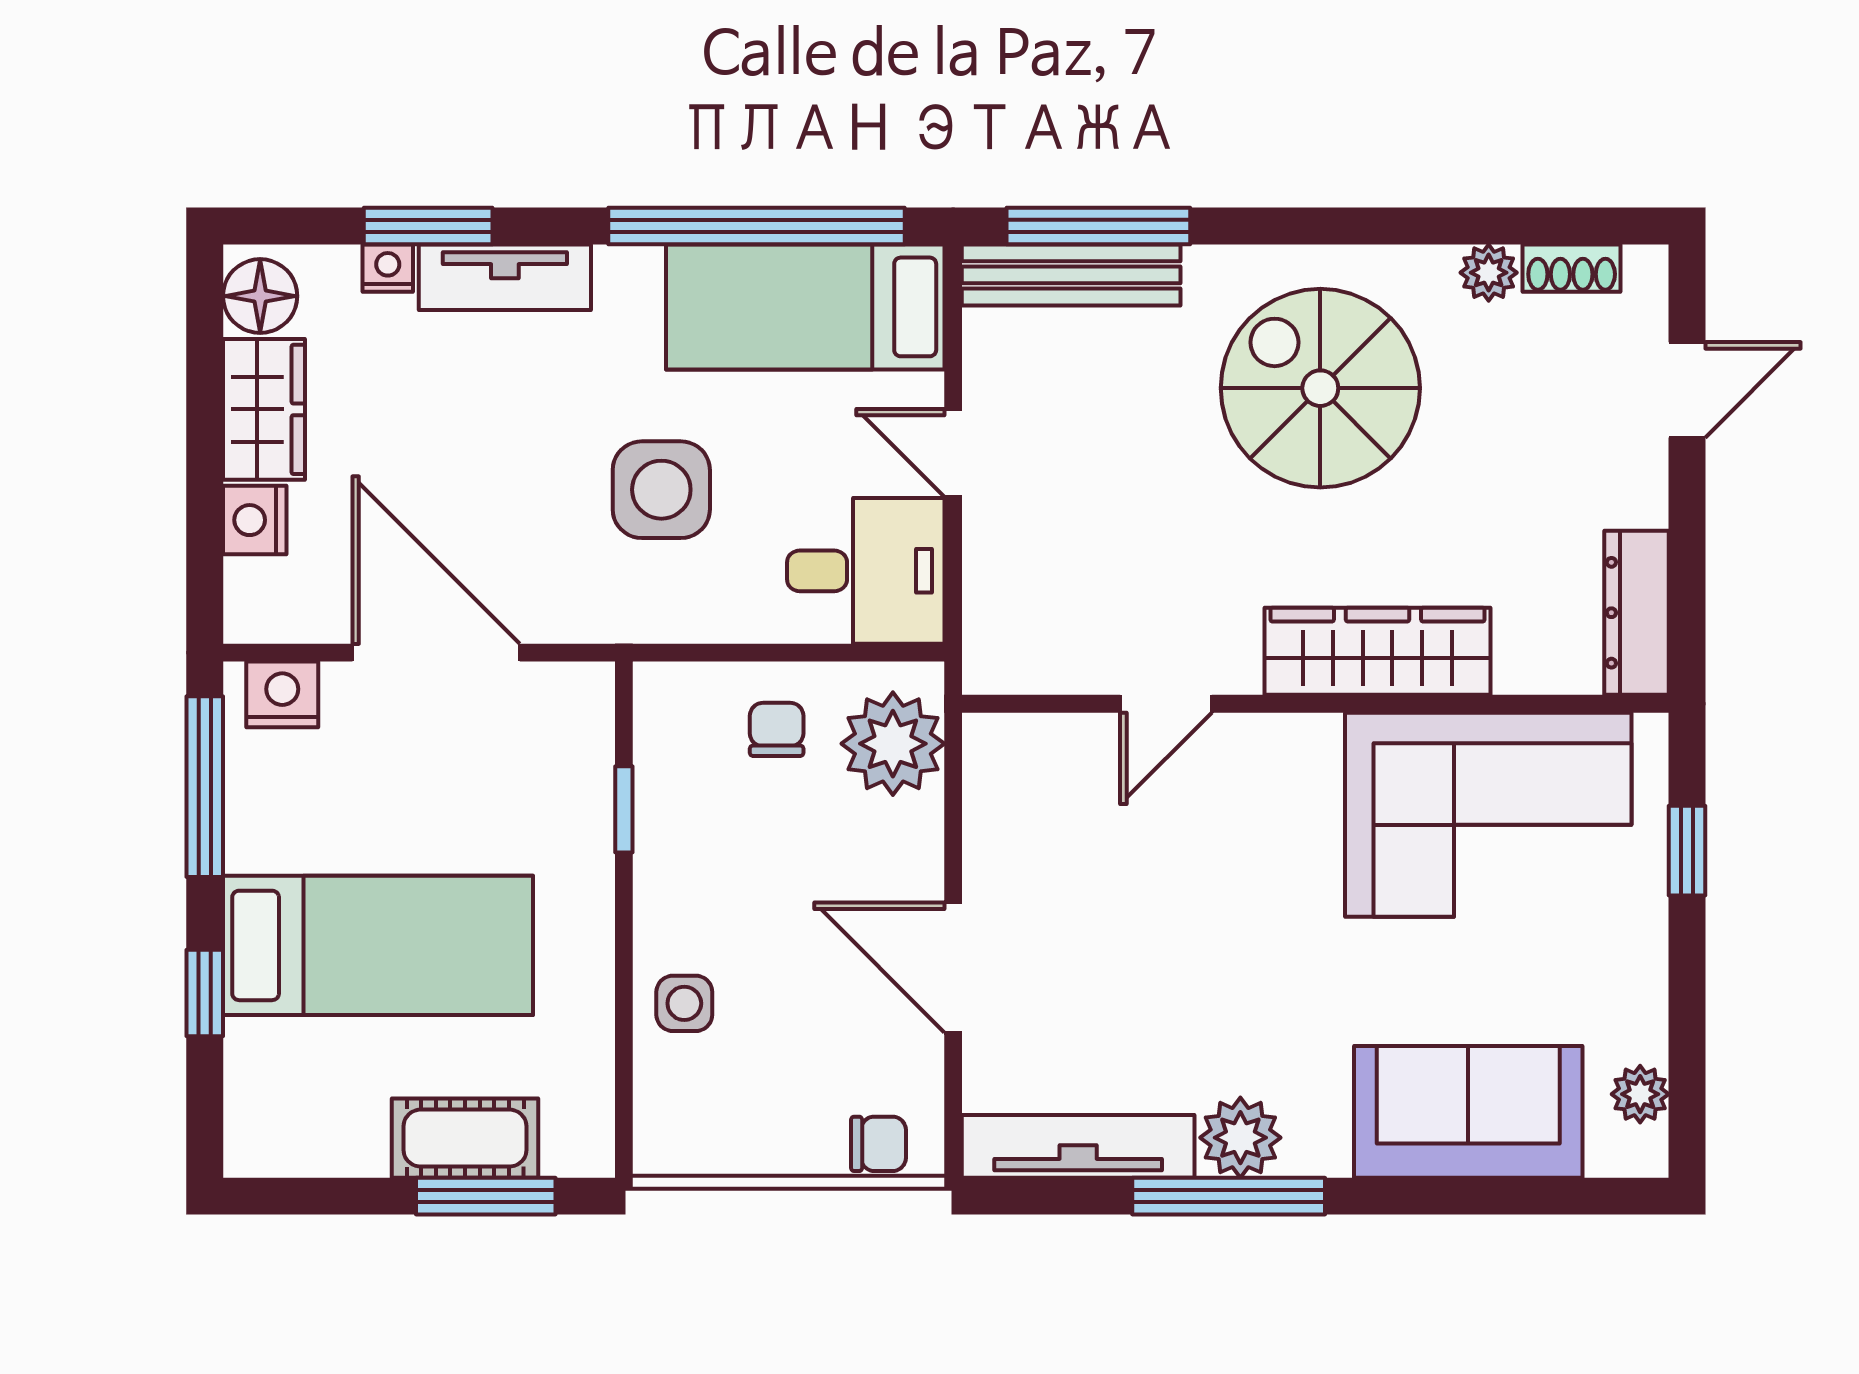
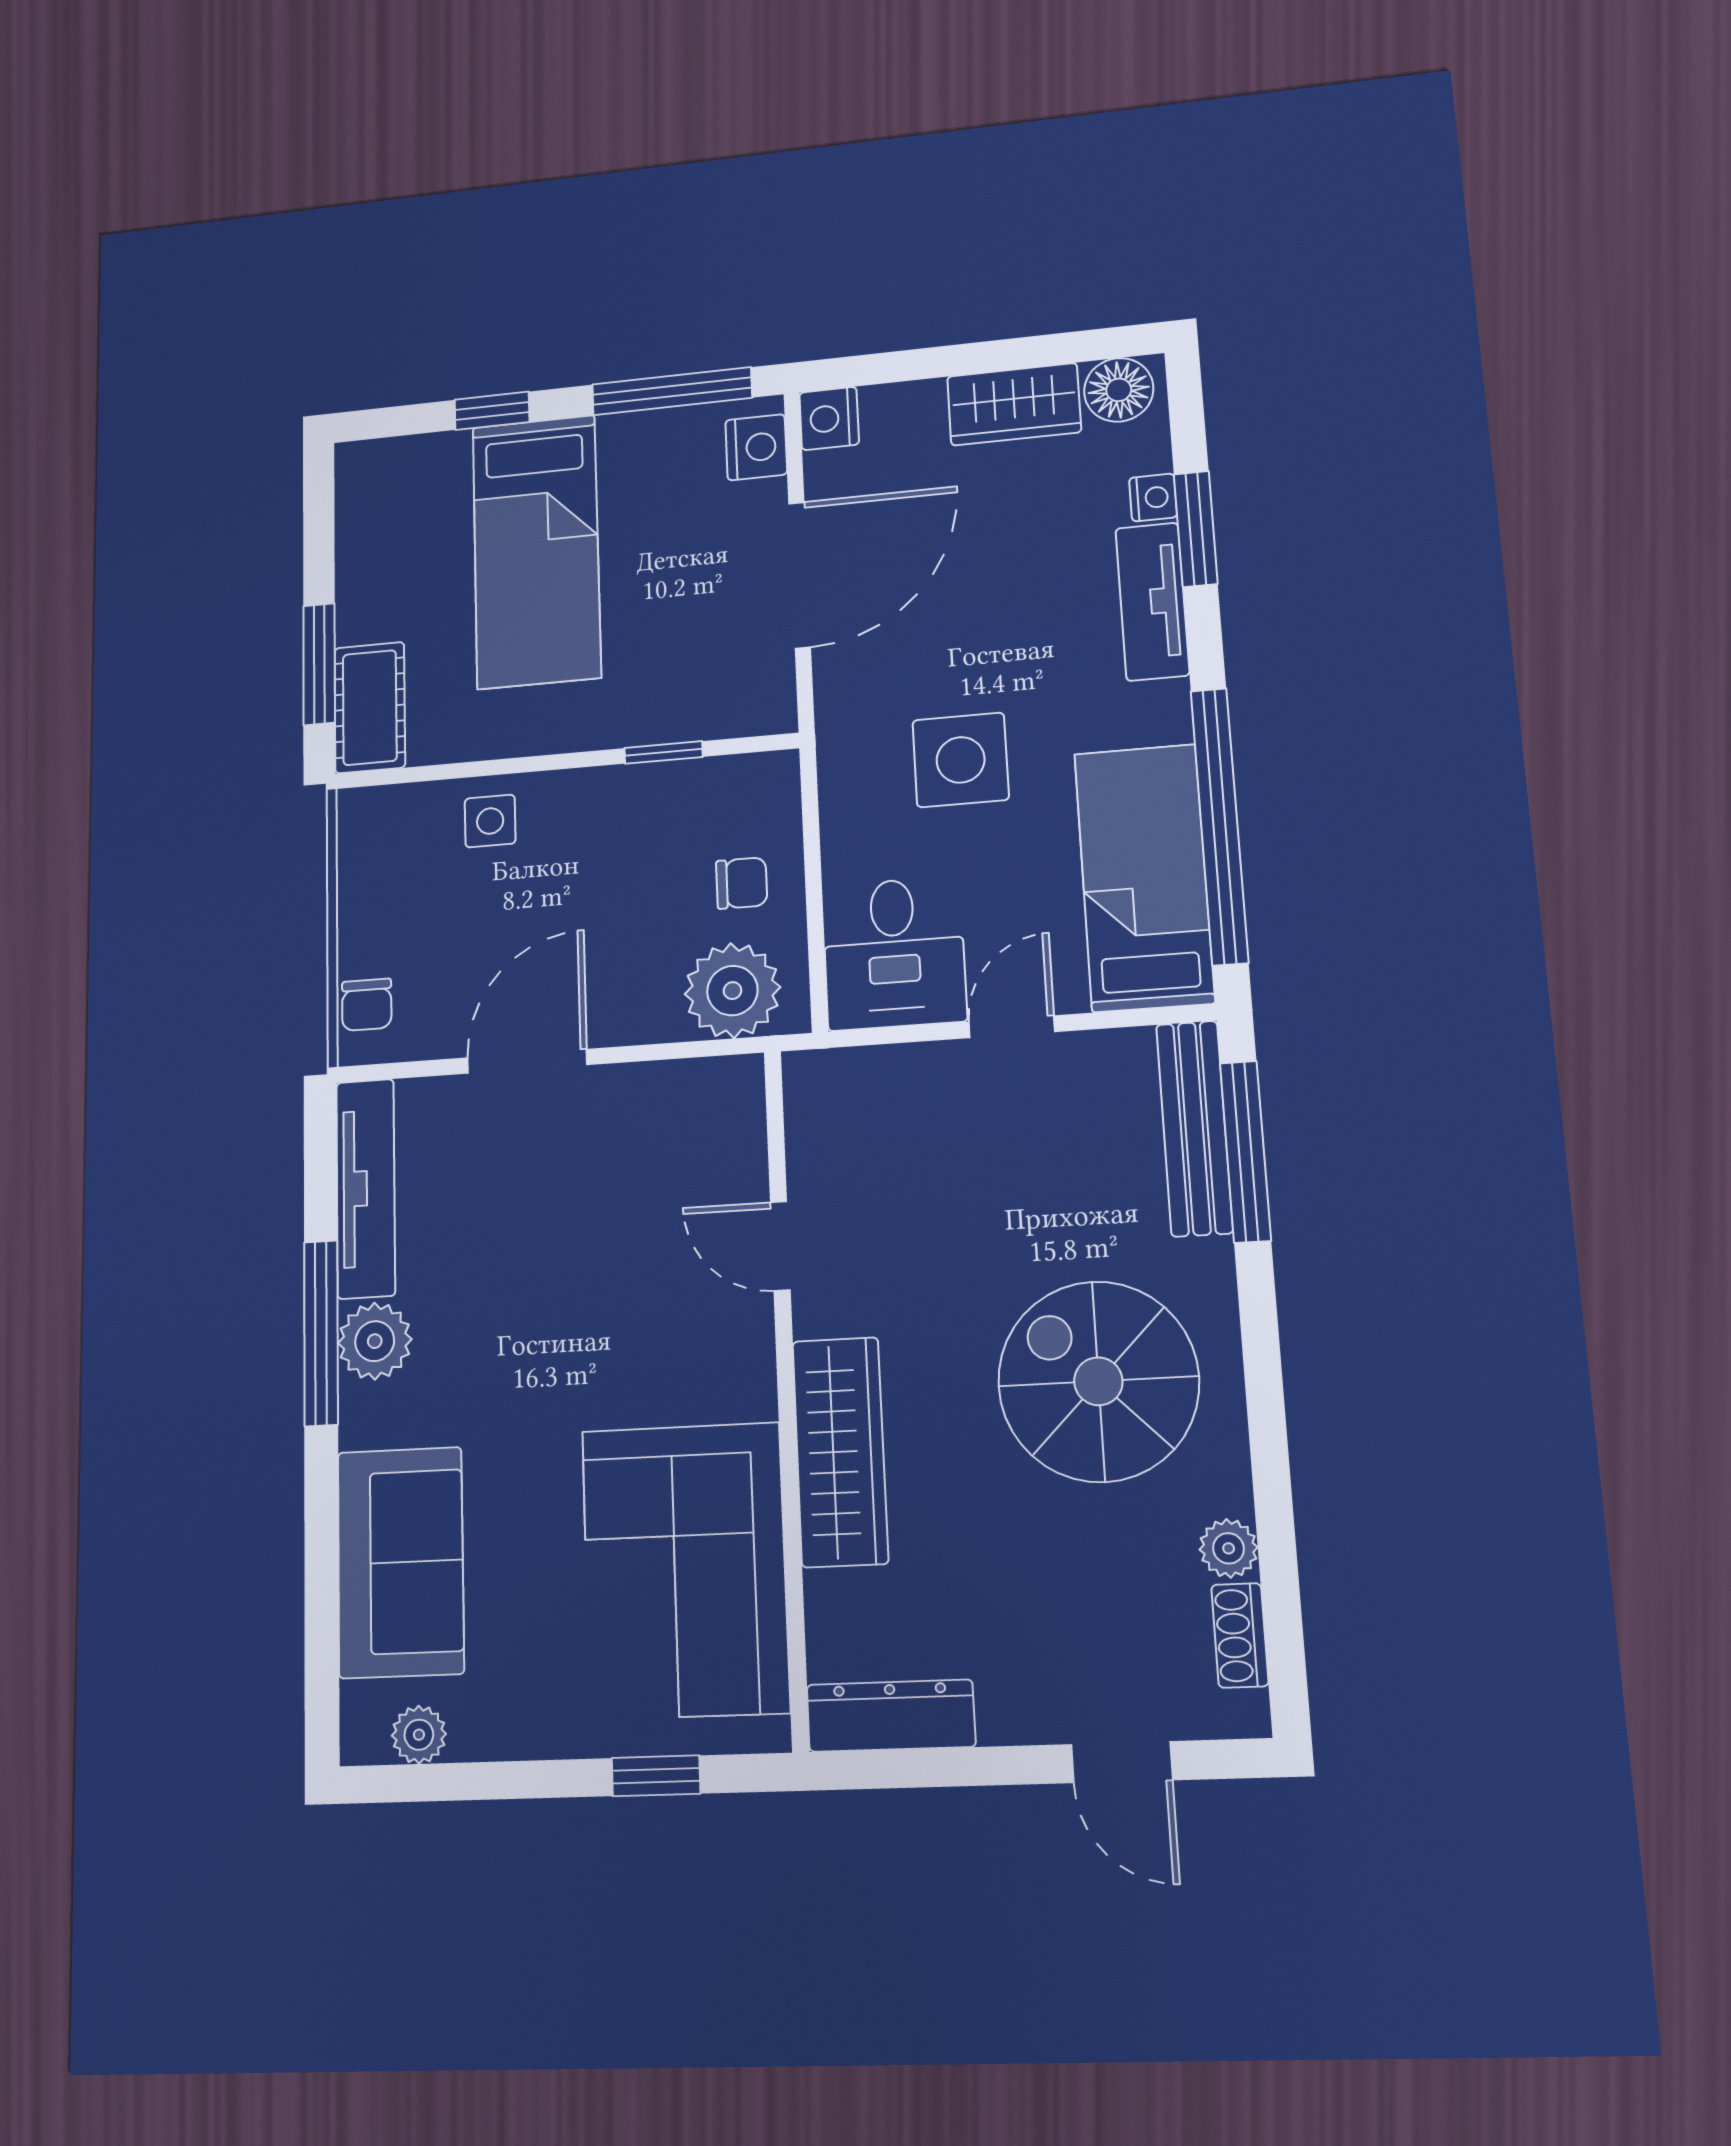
spiral stairs: (1320, 388) -> (1098, 1381), turned -90
nightstand: (255, 520) -> (829, 418), moved, turned -90
cot: (465, 1138) -> (370, 708), moved

